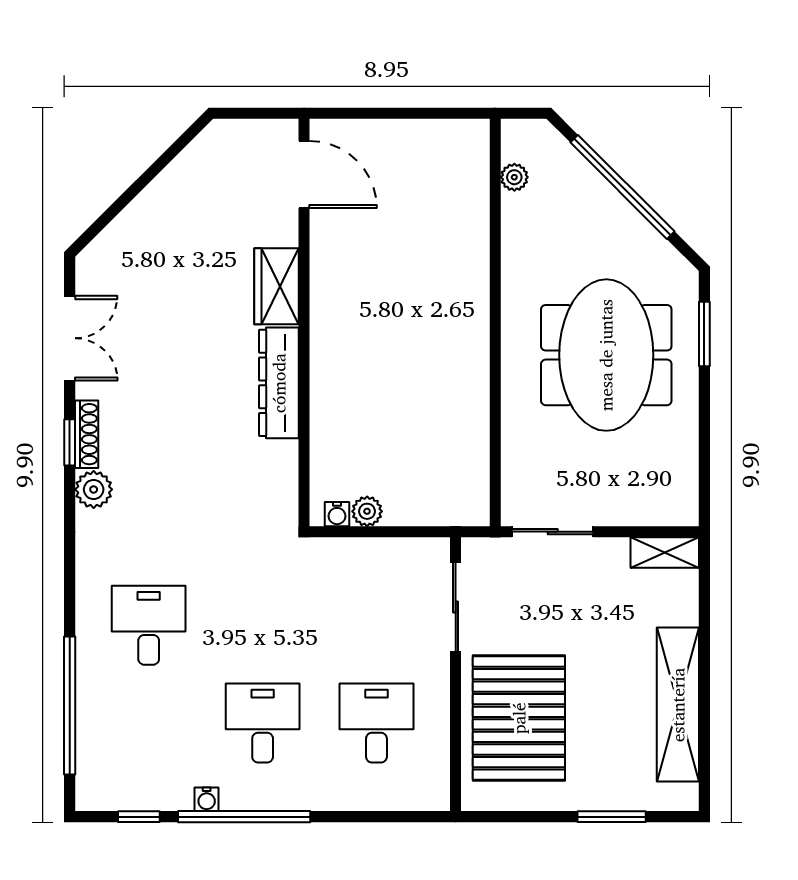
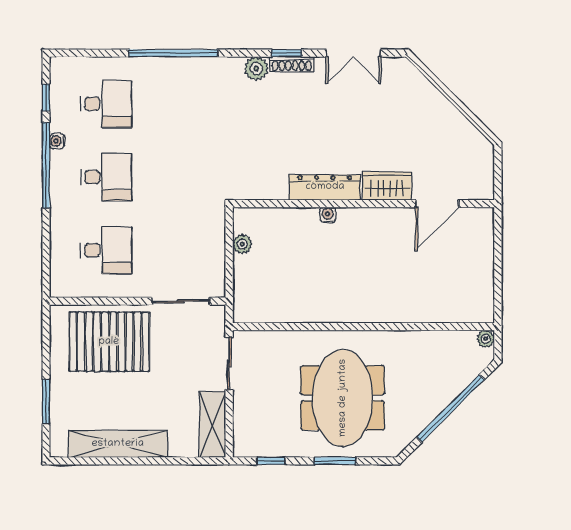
door: (304, 174) -> (437, 204), moved
plant: (514, 177) -> (486, 339), moved
window: (704, 334) -> (335, 461), moved
meeting table: (606, 355) -> (343, 398), turned 90
window: (704, 466) -> (271, 461), added
water cooler: (337, 514) -> (328, 215), moved, turned 90
shelving: (665, 552) -> (212, 425), width x1.50, depth x1.33
desk: (149, 625) -> (106, 104), moved
window: (70, 706) -> (173, 53), moved

